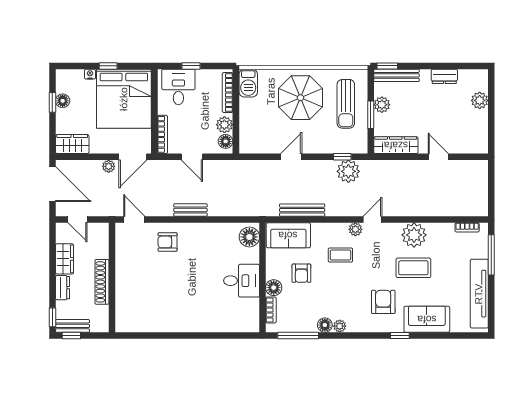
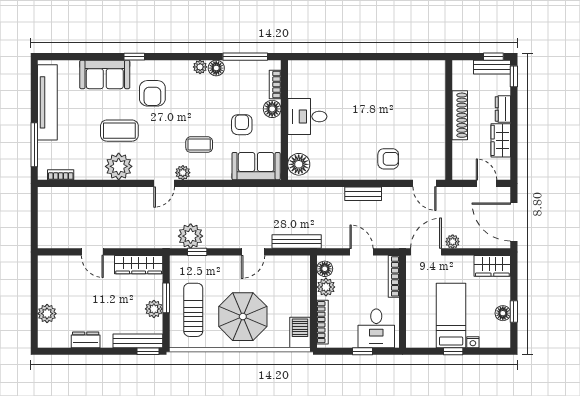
bed: (124, 99) -> (451, 315), width x0.49
bench: (302, 210) -> (297, 242), moved

